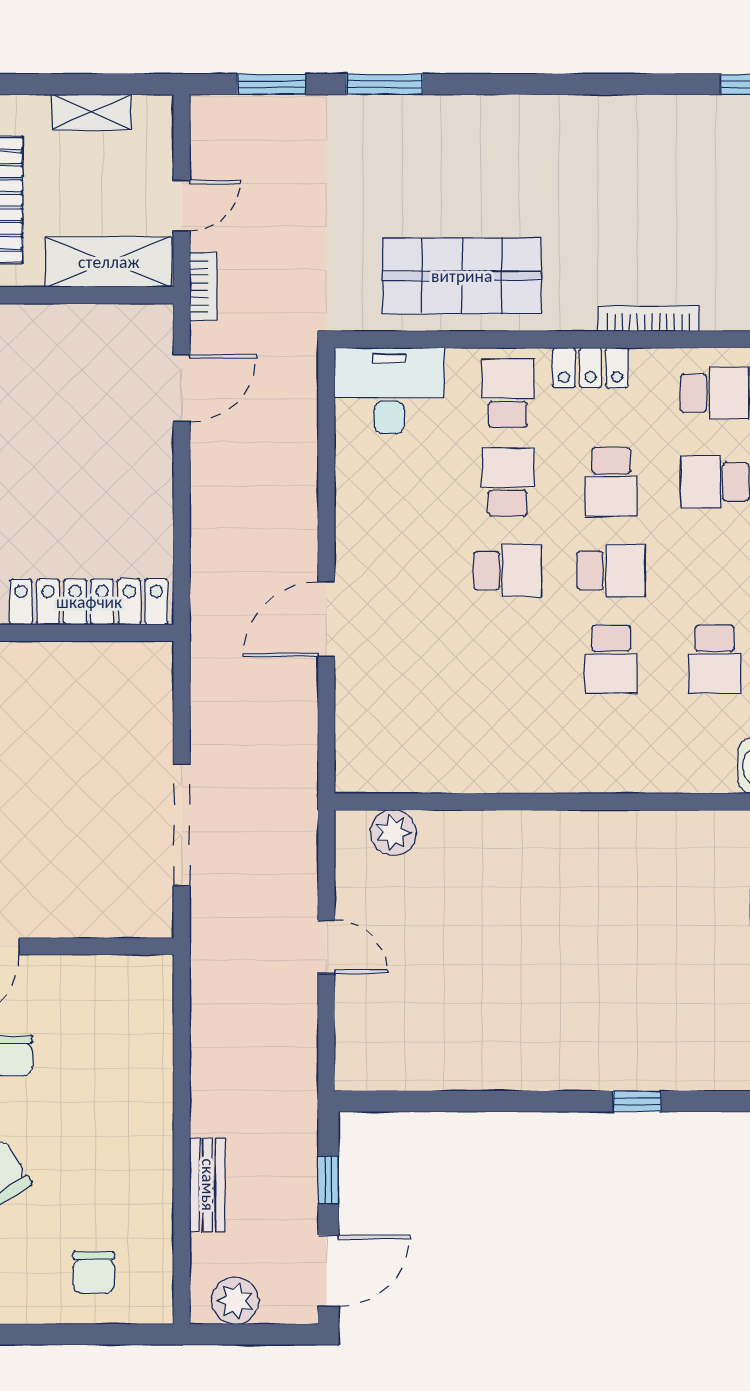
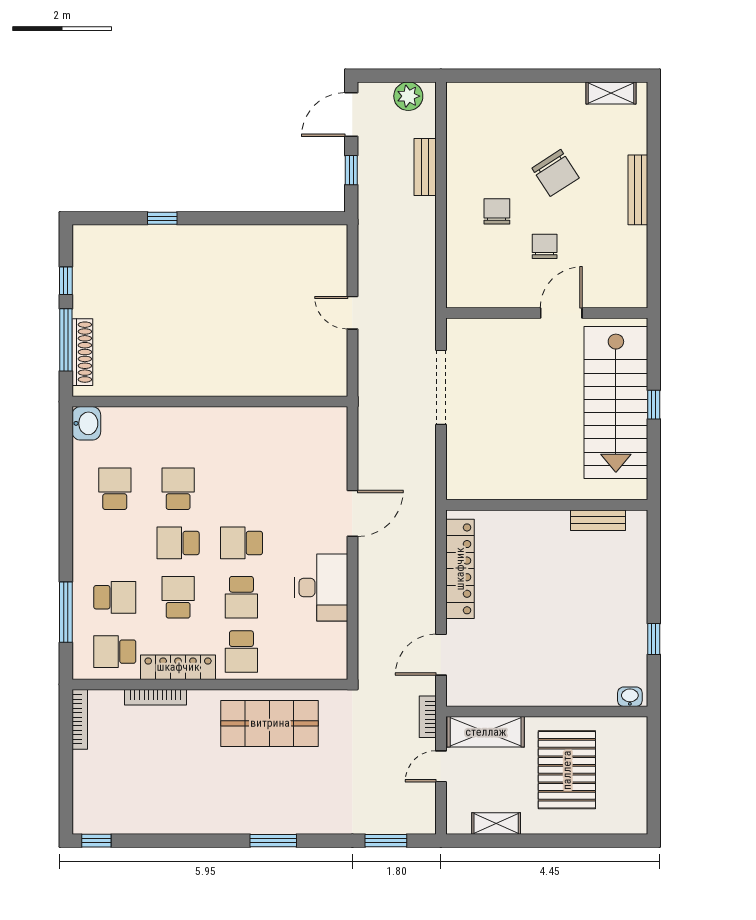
window: (385, 84) -> (273, 841), moved
locker: (590, 368) -> (178, 667), width x1.53
desk: (389, 391) -> (321, 587), moved, turned -90
locker: (89, 602) -> (460, 569), moved, turned -90
plant: (393, 833) -> (312, 383), removed
chair: (94, 1272) -> (497, 211), moved

